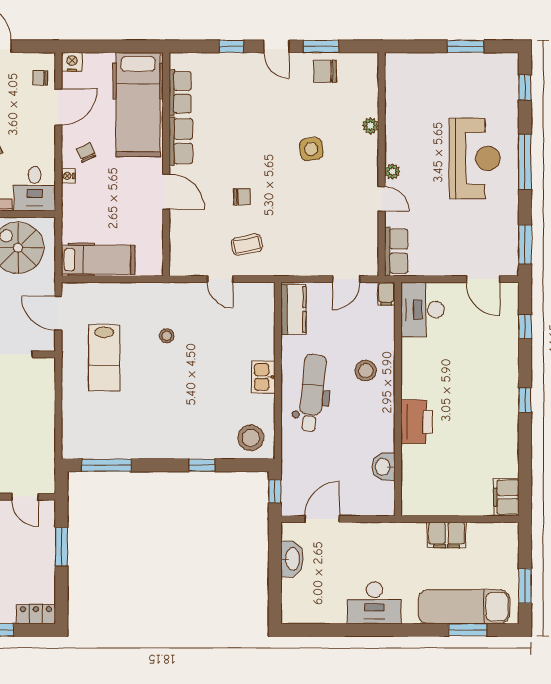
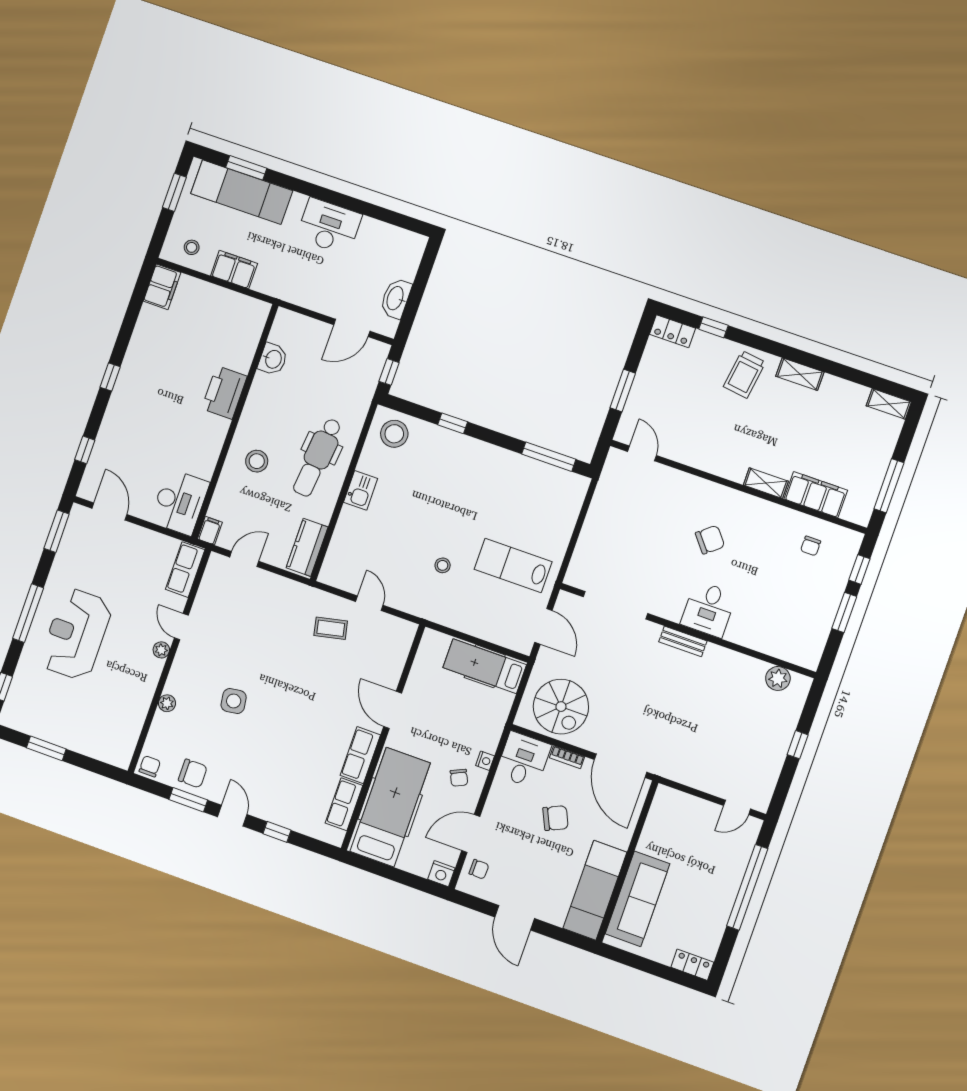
chair: (242, 197) -> (150, 766), moved, turned 90
lab bench: (104, 358) -> (513, 566), turned -90
stool: (492, 542) -> (192, 247), added

